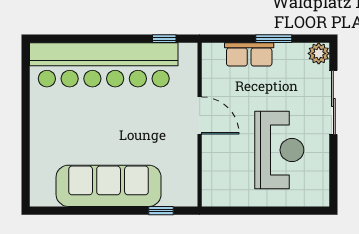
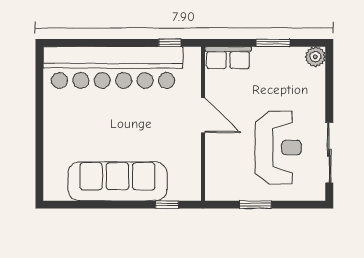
row of seats: (249, 54) -> (228, 58), moved
sliding door: (333, 103) -> (329, 153), moved
window: (255, 211) -> (255, 205), added

